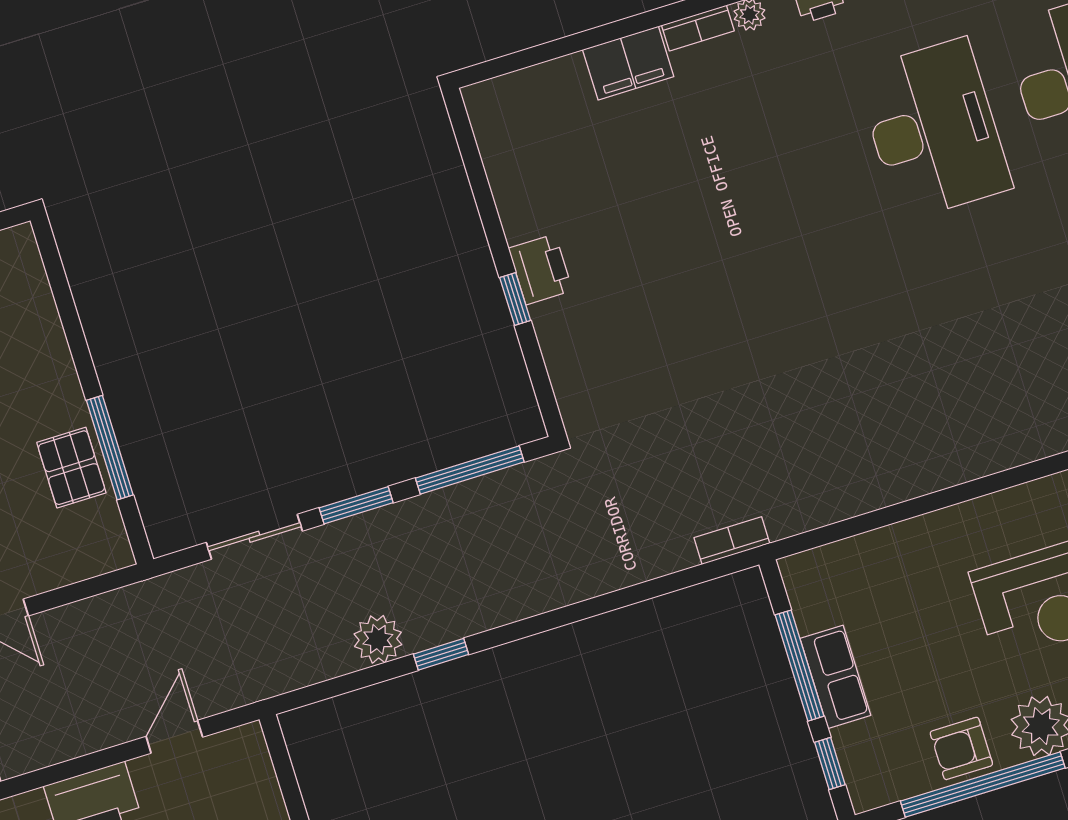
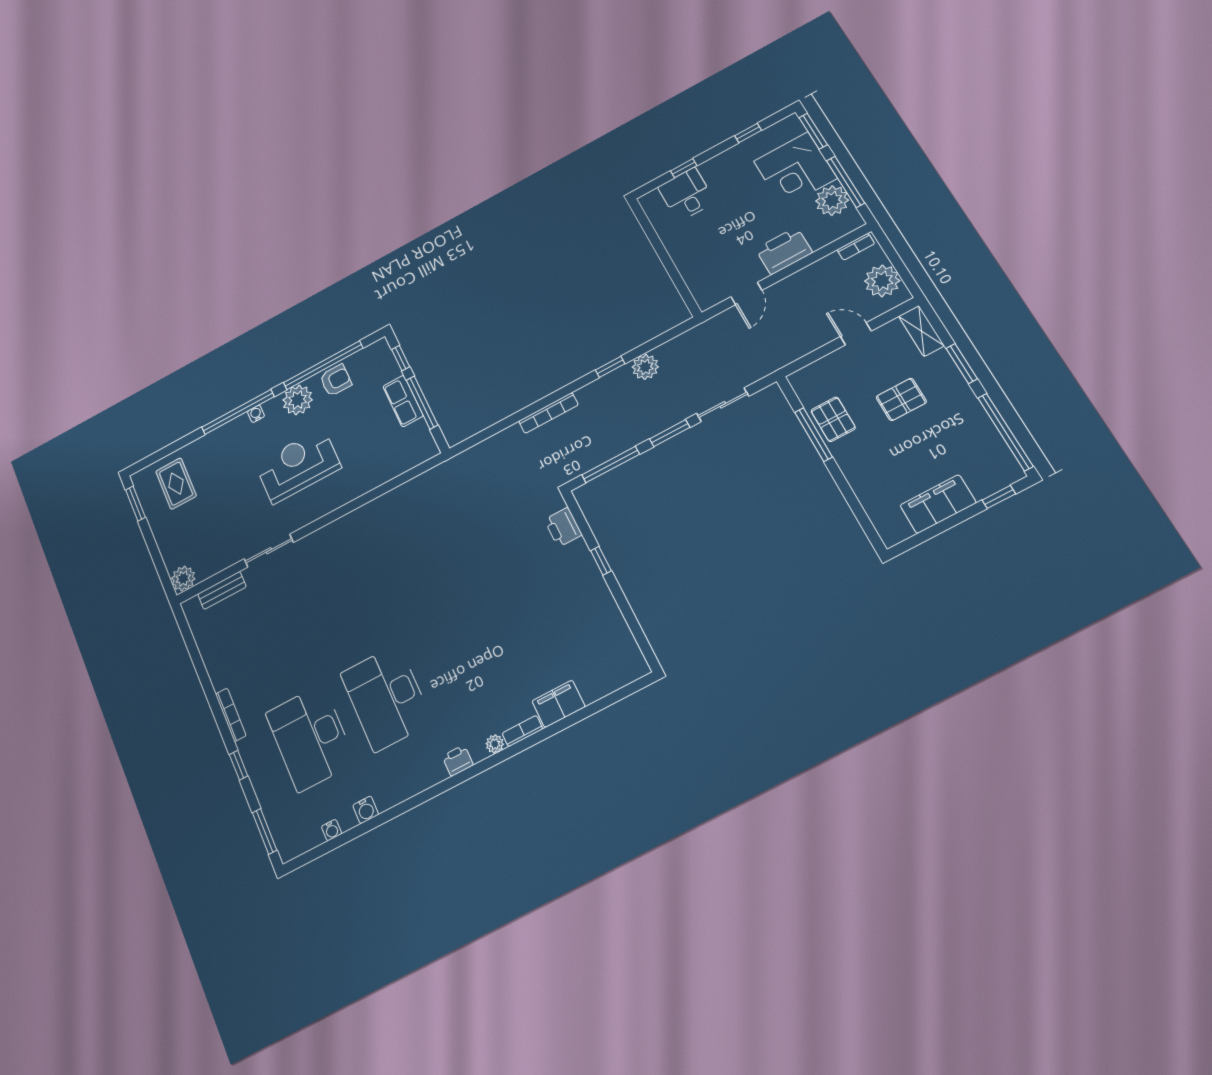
printer: (541, 269) -> (563, 527), moved
bookcase: (732, 541) -> (548, 413), moved, width x1.56

